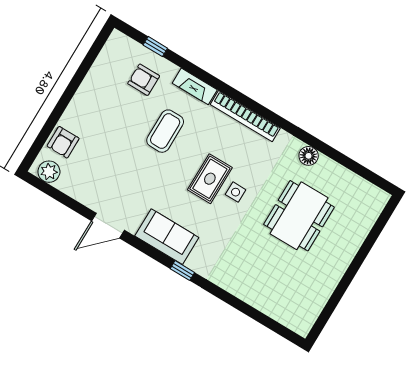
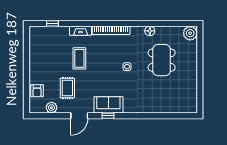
armchair: (144, 80) -> (56, 41), removed
plant: (49, 172) -> (52, 108), moved
rug: (210, 179) -> (67, 88), moved
plant: (373, 200) -> (190, 33), added
window: (182, 271) -> (108, 116), moved

